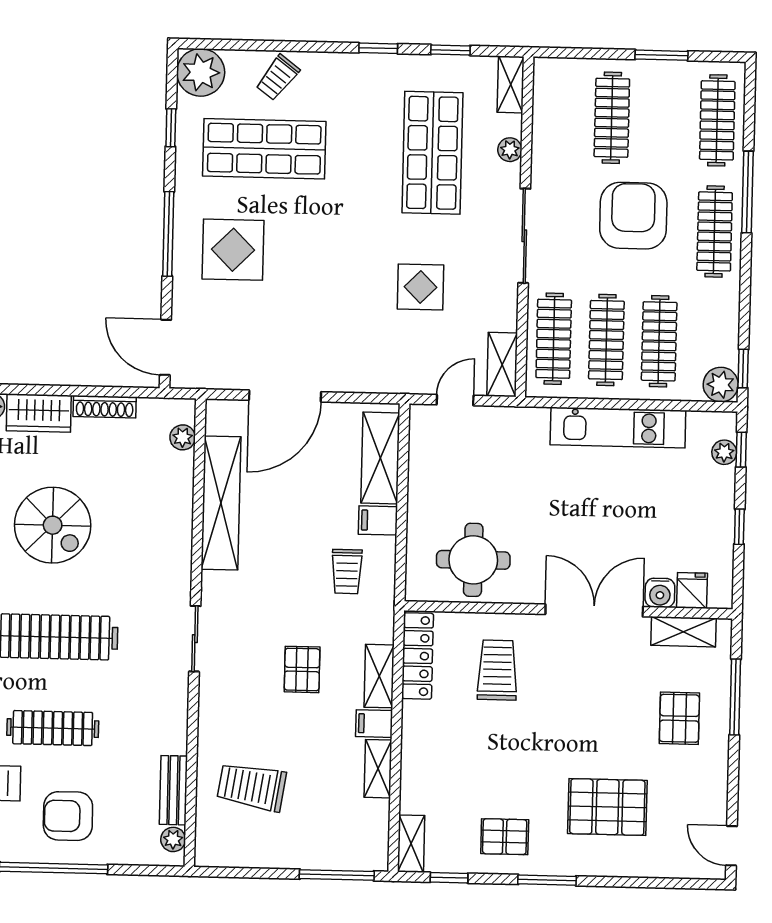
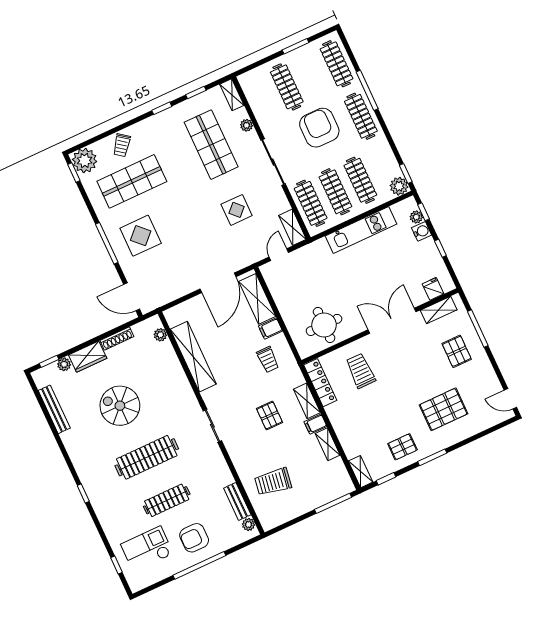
window: (171, 128) -> (74, 172), moved
door: (285, 396) -> (218, 283), moved
spiral stairs: (53, 525) -> (120, 406), turned 180
water cooler: (660, 593) -> (422, 231), moved, turned -90

